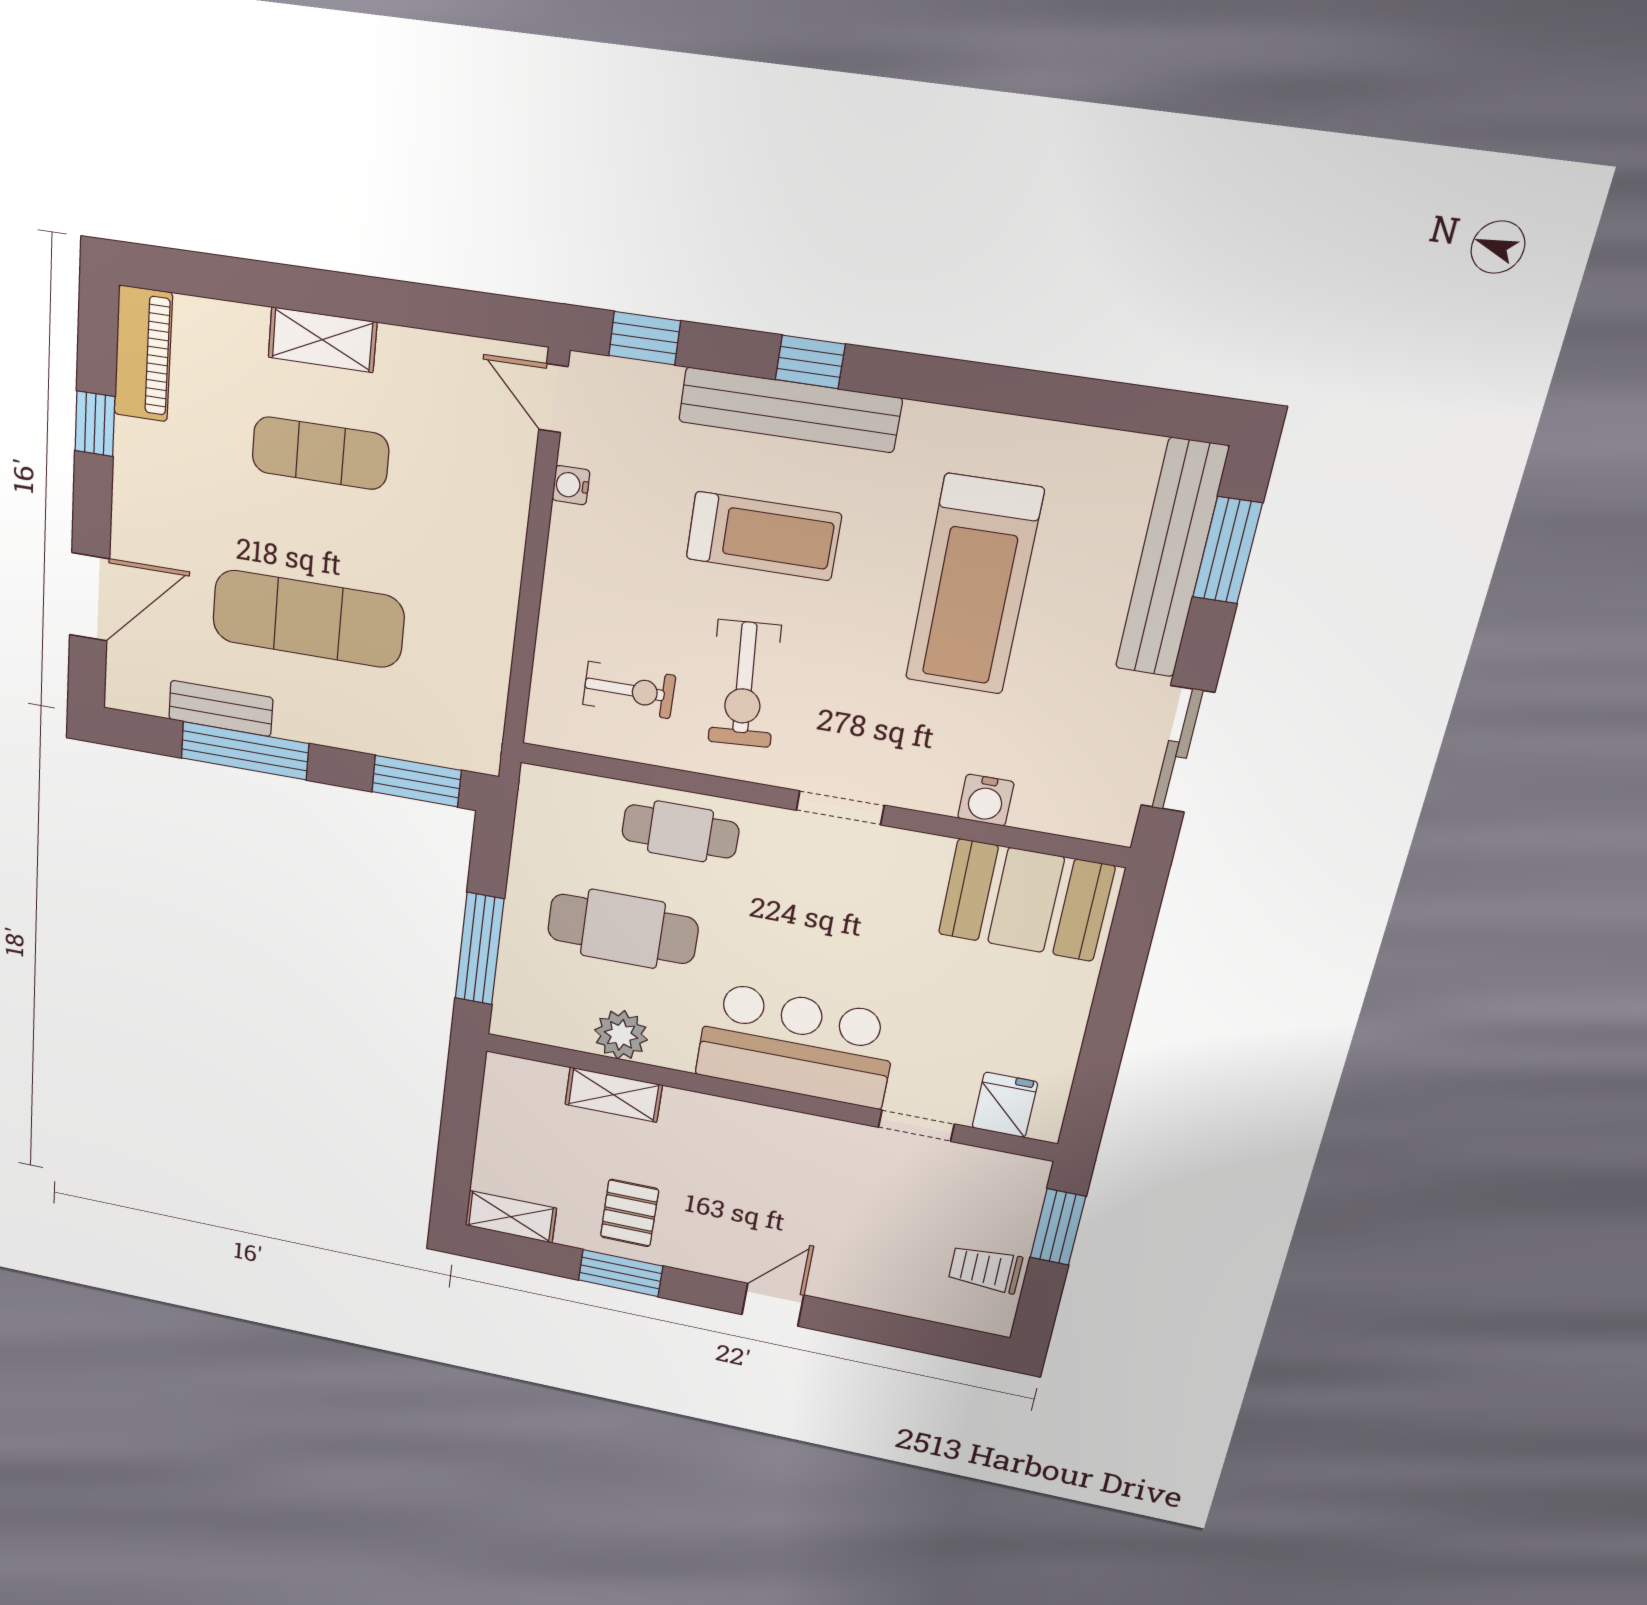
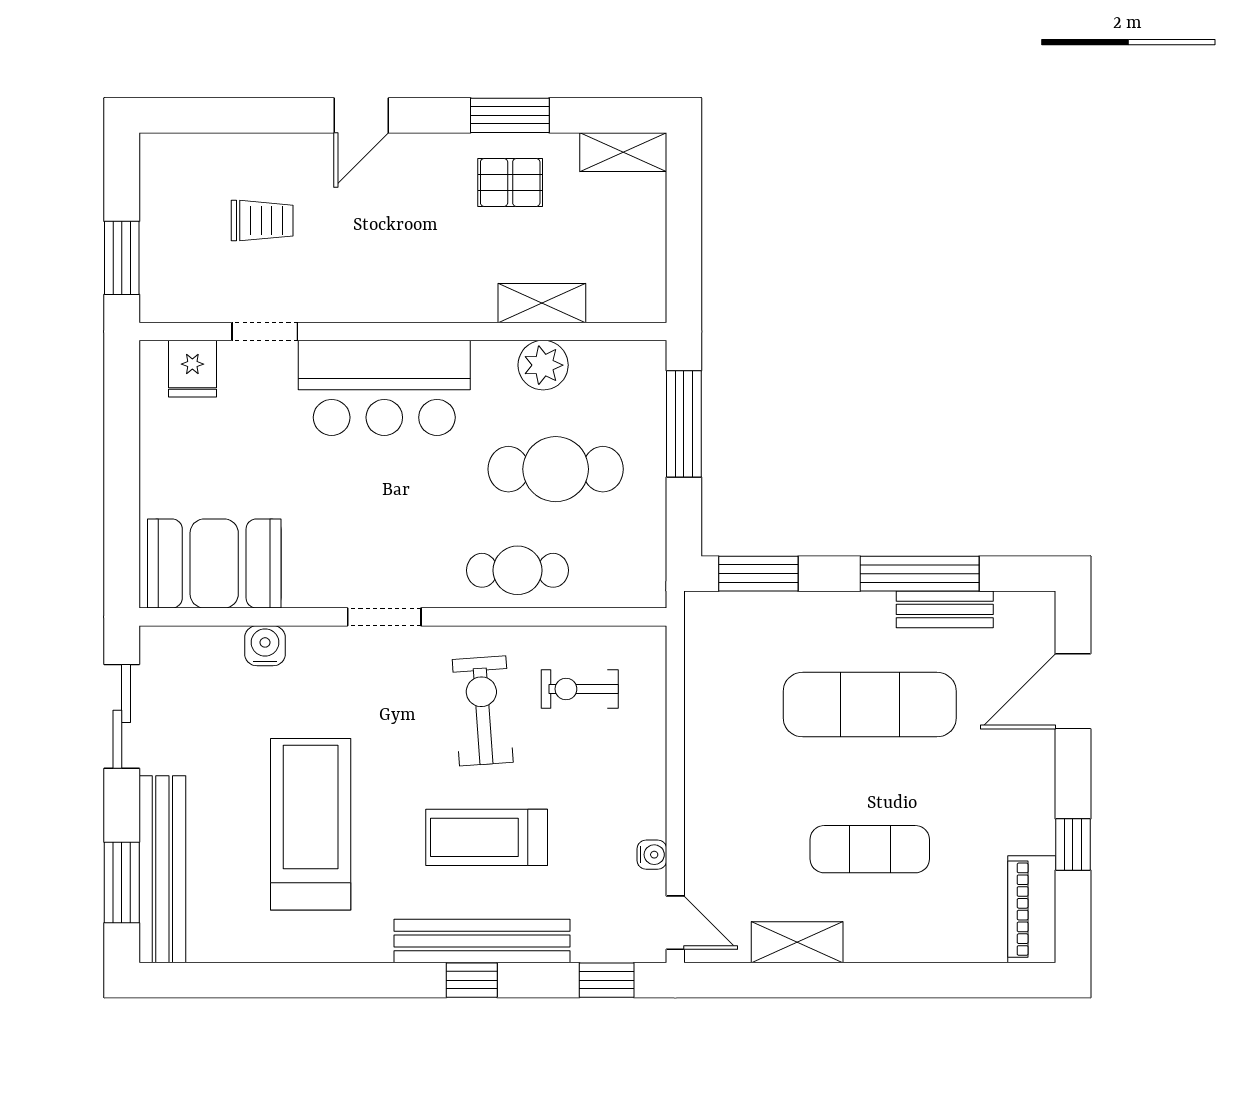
shelving: (322, 340) -> (797, 942), moved
pallet: (629, 1213) -> (510, 182), turned 90
trolley: (985, 1269) -> (262, 221), moved

